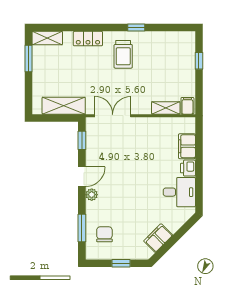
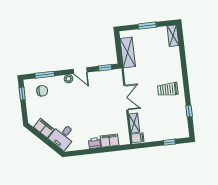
window: (136, 28) -> (189, 111), moved
locker: (88, 39) -> (176, 64), removed
window: (28, 59) -> (147, 26), moved
double door: (113, 116) -> (126, 98), moved
desk: (179, 192) -> (63, 136), moved, turned 45
window: (121, 263) -> (22, 94), moved

